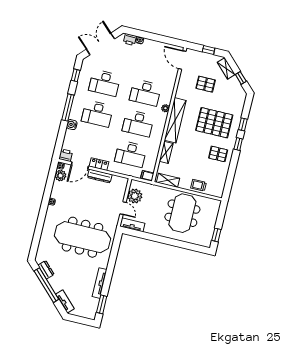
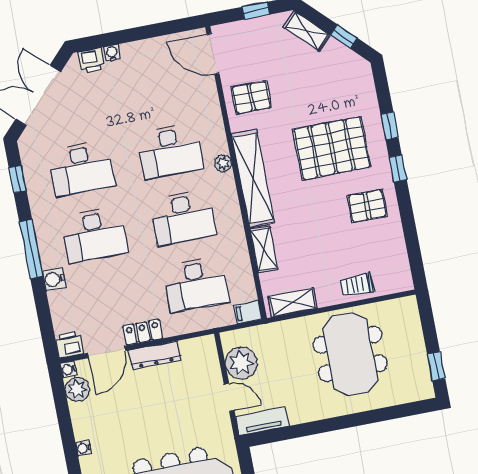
pallet: (206, 84) -> (251, 97), moved

